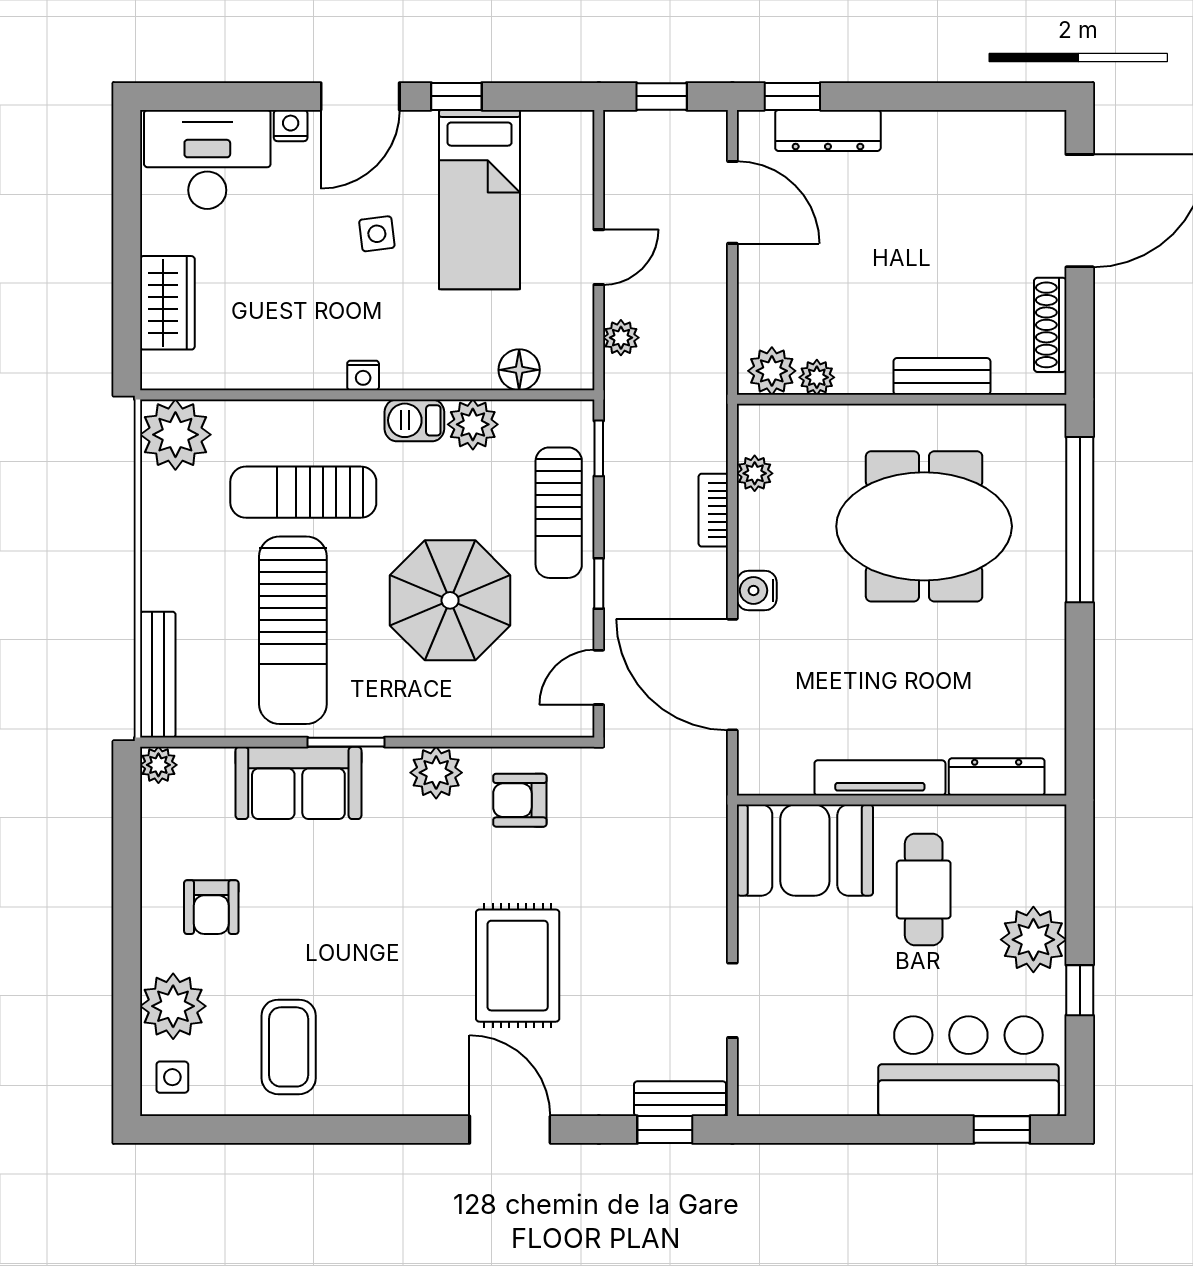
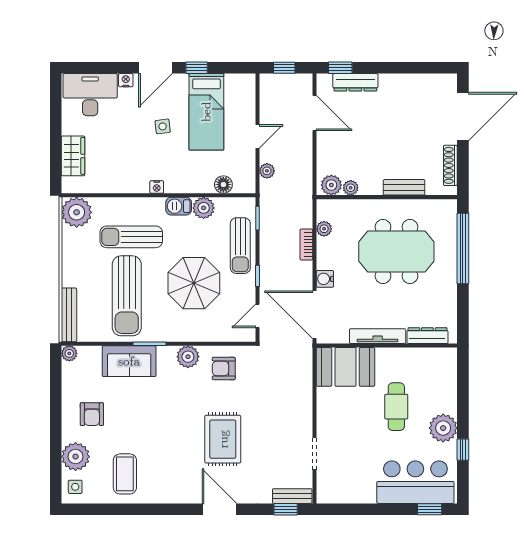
dresser: (997, 777) -> (427, 336), moved
tv unit: (880, 778) -> (378, 336), moved
wall: (902, 800) -> (387, 346), moved
booth: (805, 850) -> (345, 367), moved

